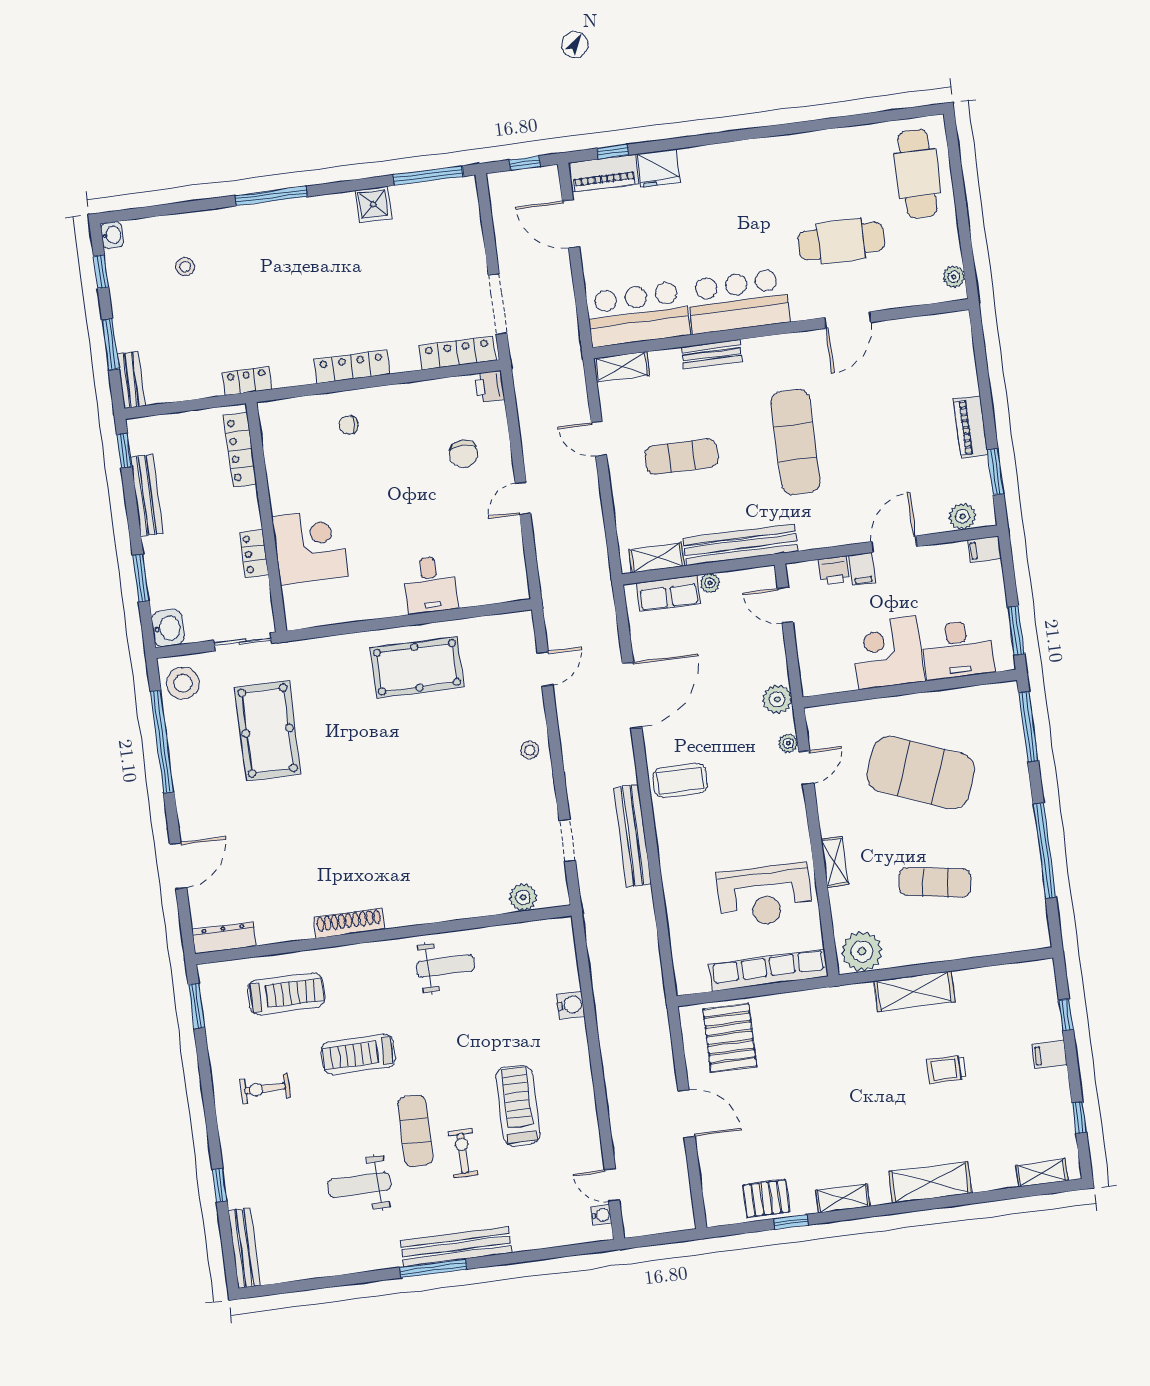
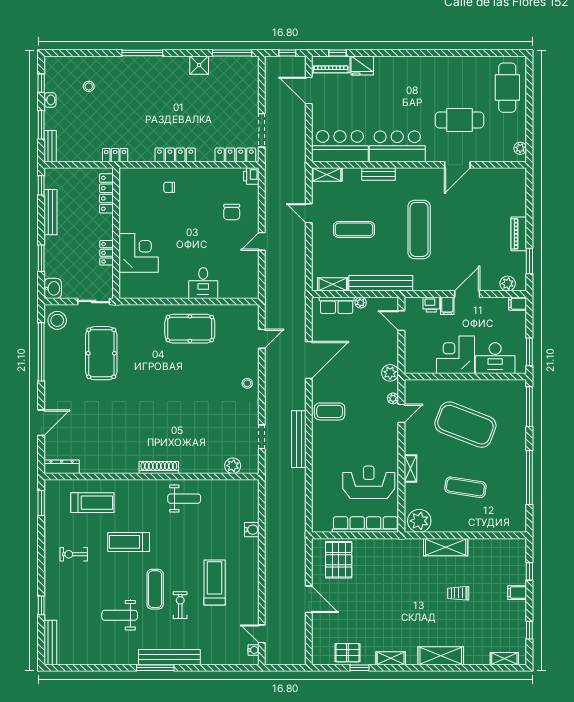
washbasin: (112, 235) -> (50, 100), moved
reception desk: (765, 895) -> (369, 482), turned 180
shoe rack: (349, 923) -> (159, 468), moved

